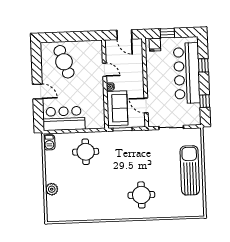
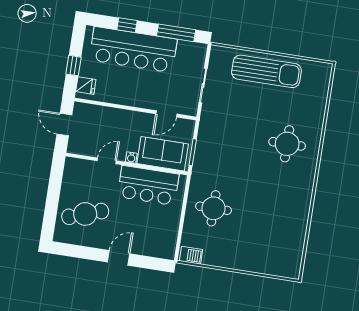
door: (124, 35) -> (64, 125), swing flipped
window: (205, 101) -> (176, 33), width x2.17
bar counter: (64, 119) -> (148, 185), moved, turned -90
sun lounger: (190, 170) -> (266, 71), turned 180
plant: (52, 189) -> (255, 264), removed

